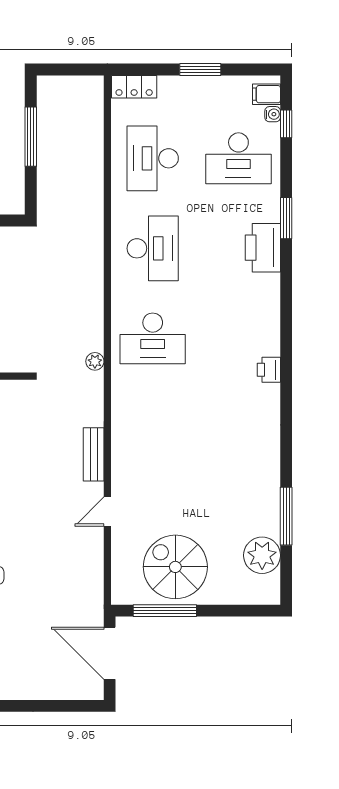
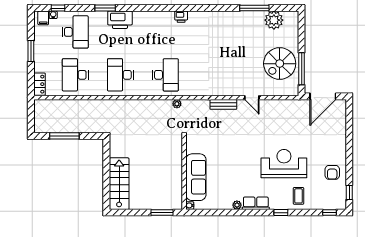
desk: (153, 158) -> (75, 75), turned 90
desk: (153, 248) -> (120, 75), turned -90

